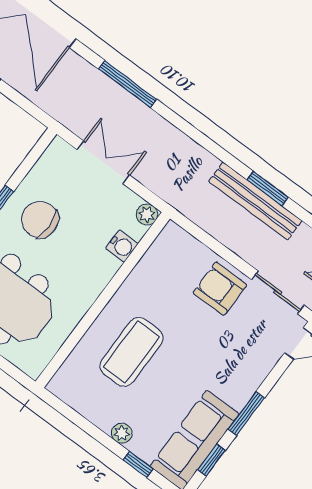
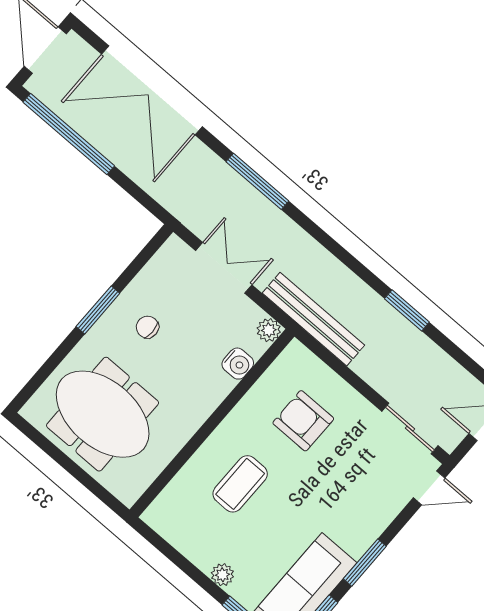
bench: (255, 201) -> (313, 319), moved
chair: (40, 220) -> (147, 327), width x0.54, depth x0.54
armchair: (220, 289) -> (303, 421), moved
coffee table: (131, 352) -> (240, 484), width x0.73, depth x0.76

